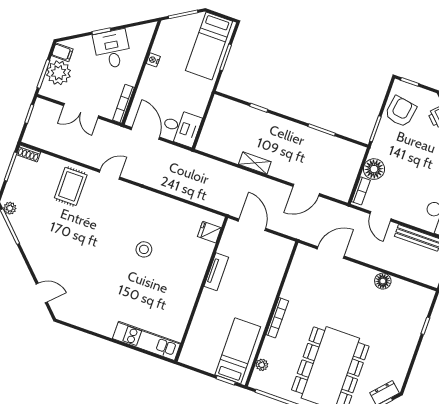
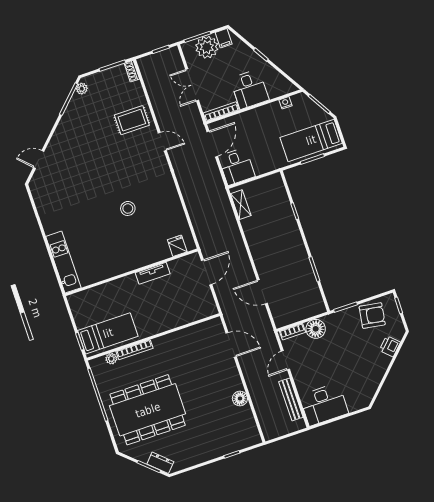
desk: (112, 49) -> (249, 89), moved, turned 121
nightstand: (153, 60) -> (285, 103), moved
shelving: (255, 163) -> (241, 205), moved
door: (42, 293) -> (39, 159), swing flipped
bookcase: (277, 318) -> (134, 350), moved

